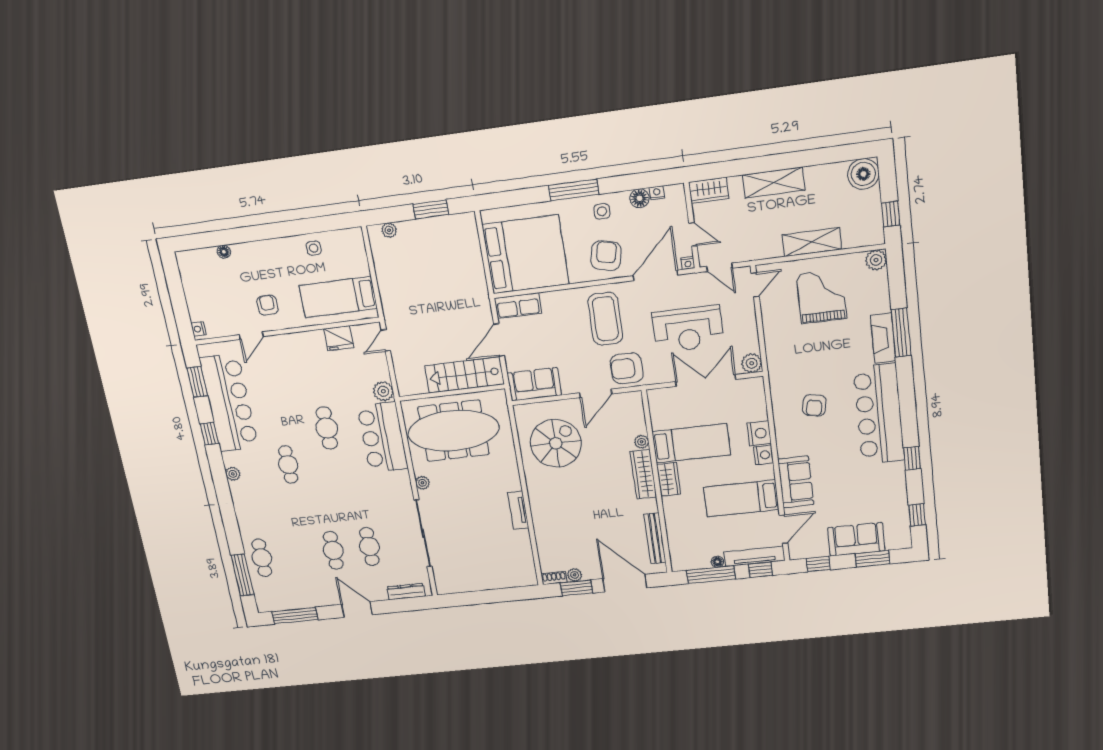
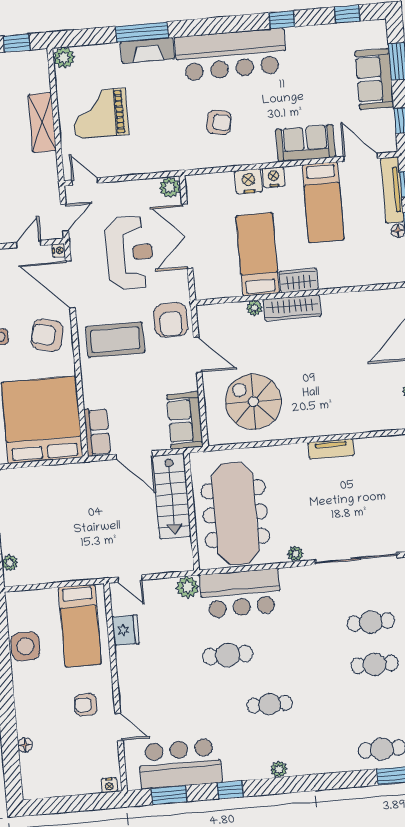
side table: (314, 248) -> (25, 646), width x1.87, depth x1.87
bar counter: (229, 403) -> (180, 764), width x0.73
bench: (655, 538) -> (368, 299), removed

